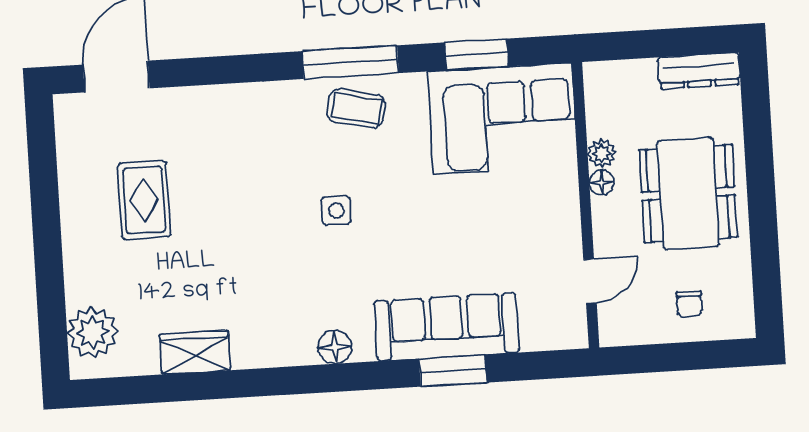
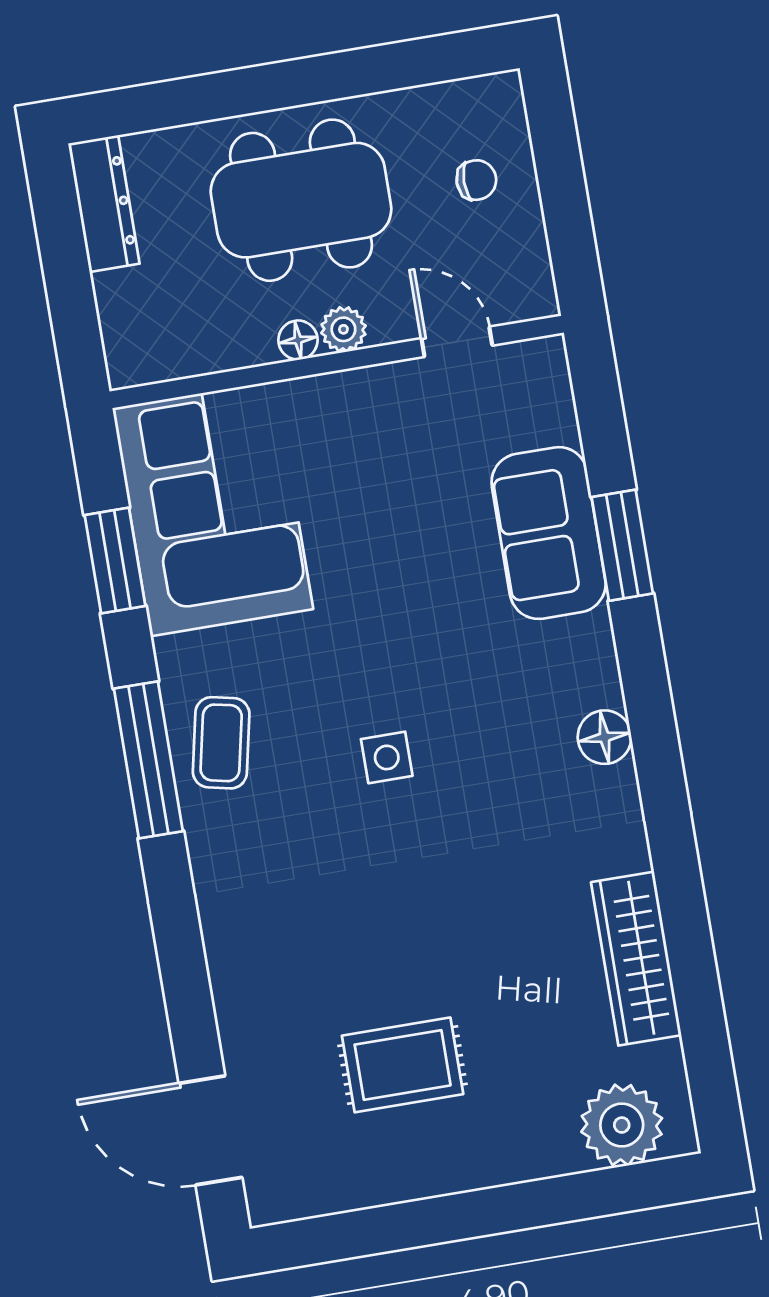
plant: (602, 153) -> (343, 329), moved
sofa: (446, 327) -> (549, 533), width x0.73
wardrobe: (195, 352) -> (636, 959), width x1.50

